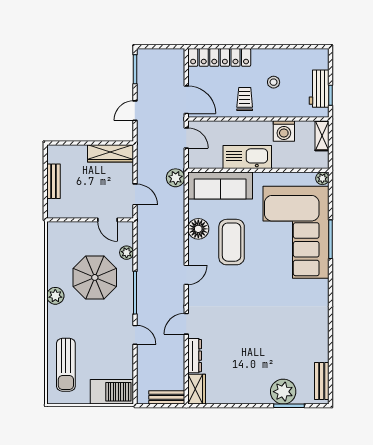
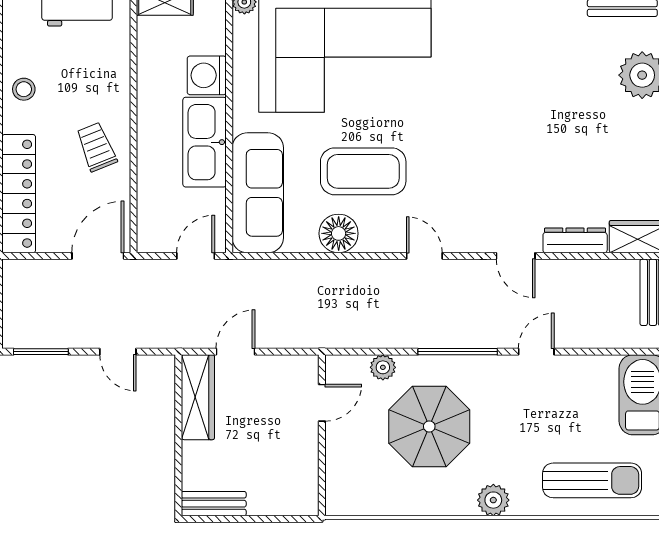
stool: (274, 82) -> (24, 89), moved
trolley: (245, 99) -> (96, 147), turned 68
washing machine: (284, 131) -> (207, 75), moved, turned 180
door: (186, 138) -> (196, 256), moved
plant: (176, 178) -> (243, 276), removed
bench: (53, 181) -> (214, 504), moved
door: (135, 194) -> (235, 352), moved
plant: (55, 296) -> (493, 500), moved

